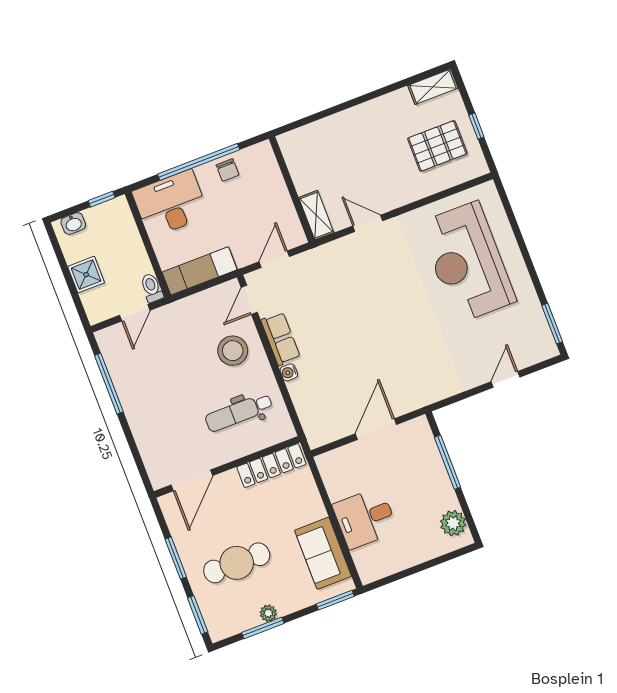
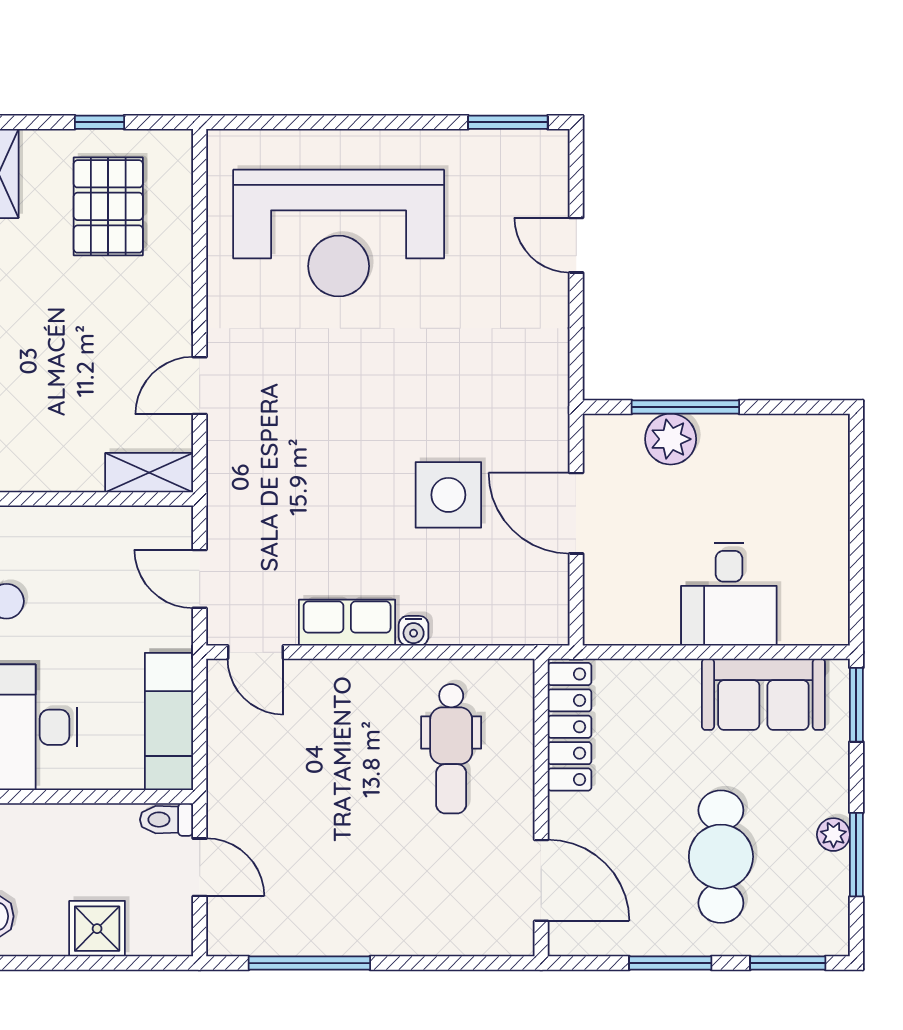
stool: (233, 351) -> (336, 717), removed
side table: (361, 364) -> (448, 495), added
plant: (453, 523) -> (671, 439), moved

